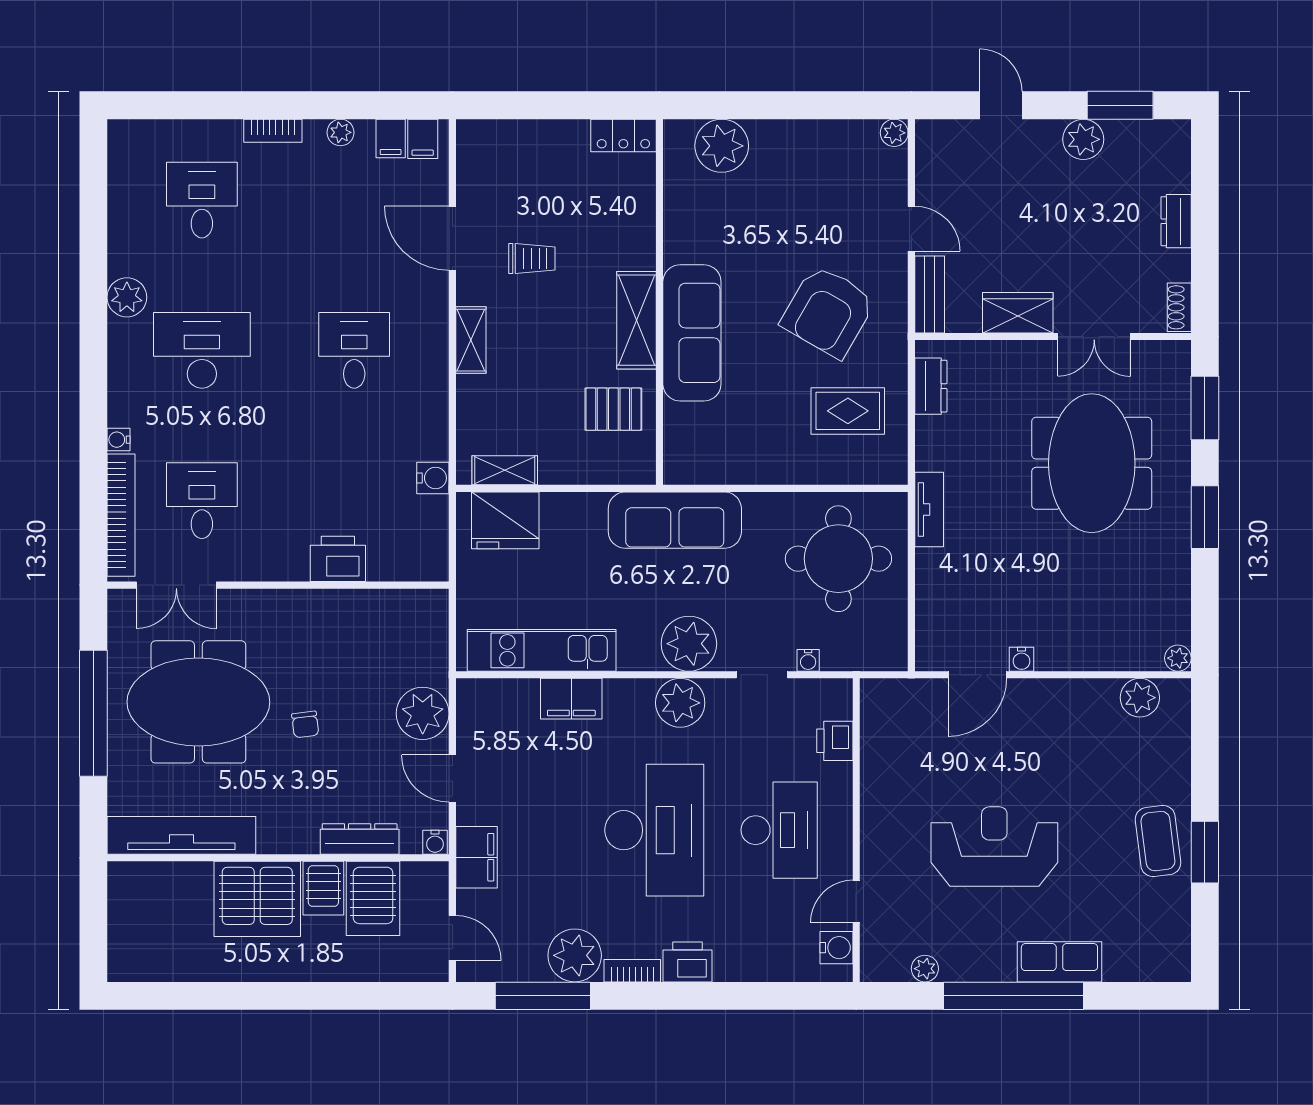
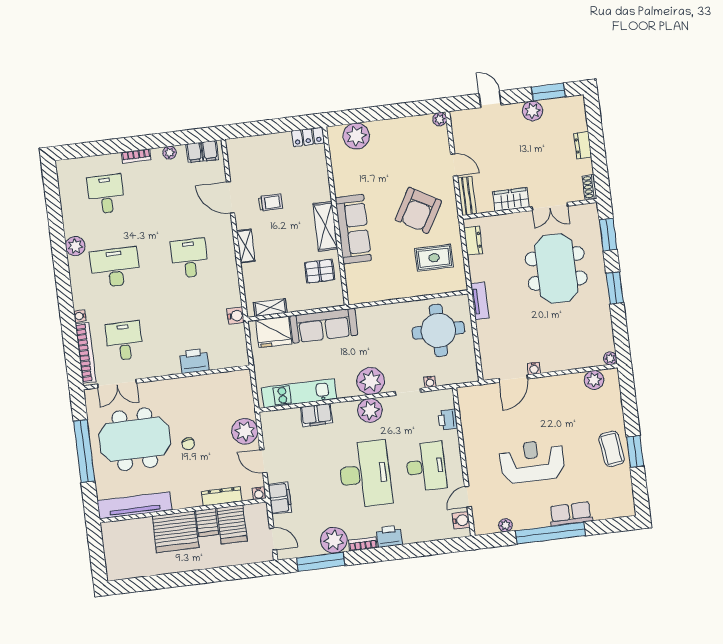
sofa: (675, 520) -> (324, 326), moved

